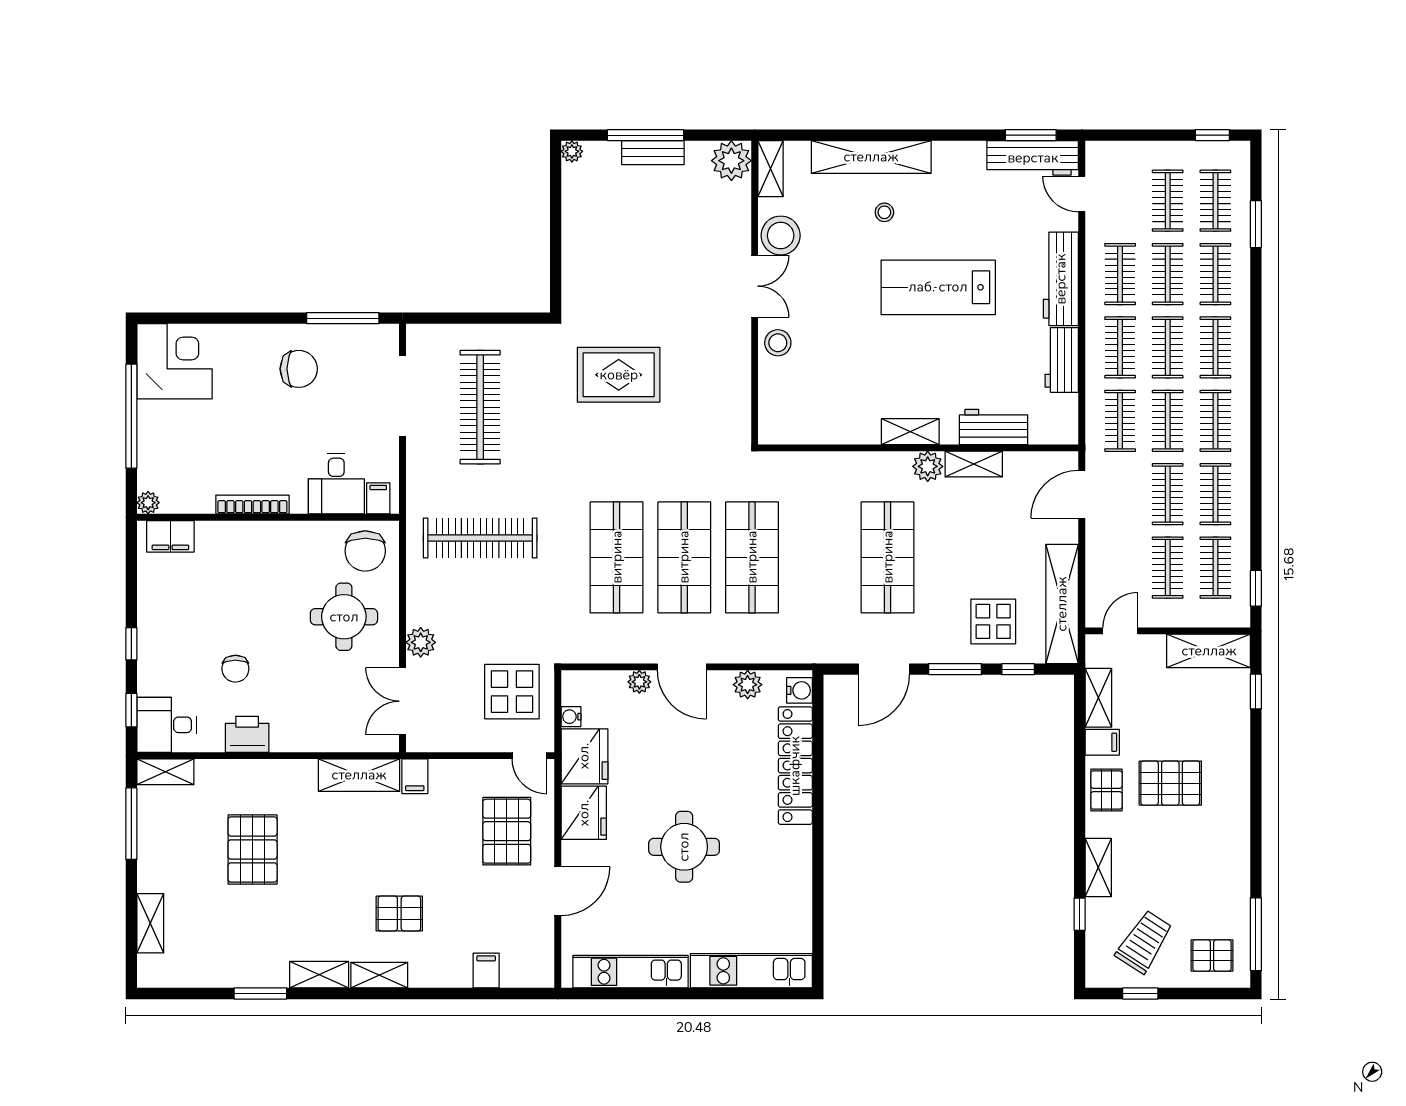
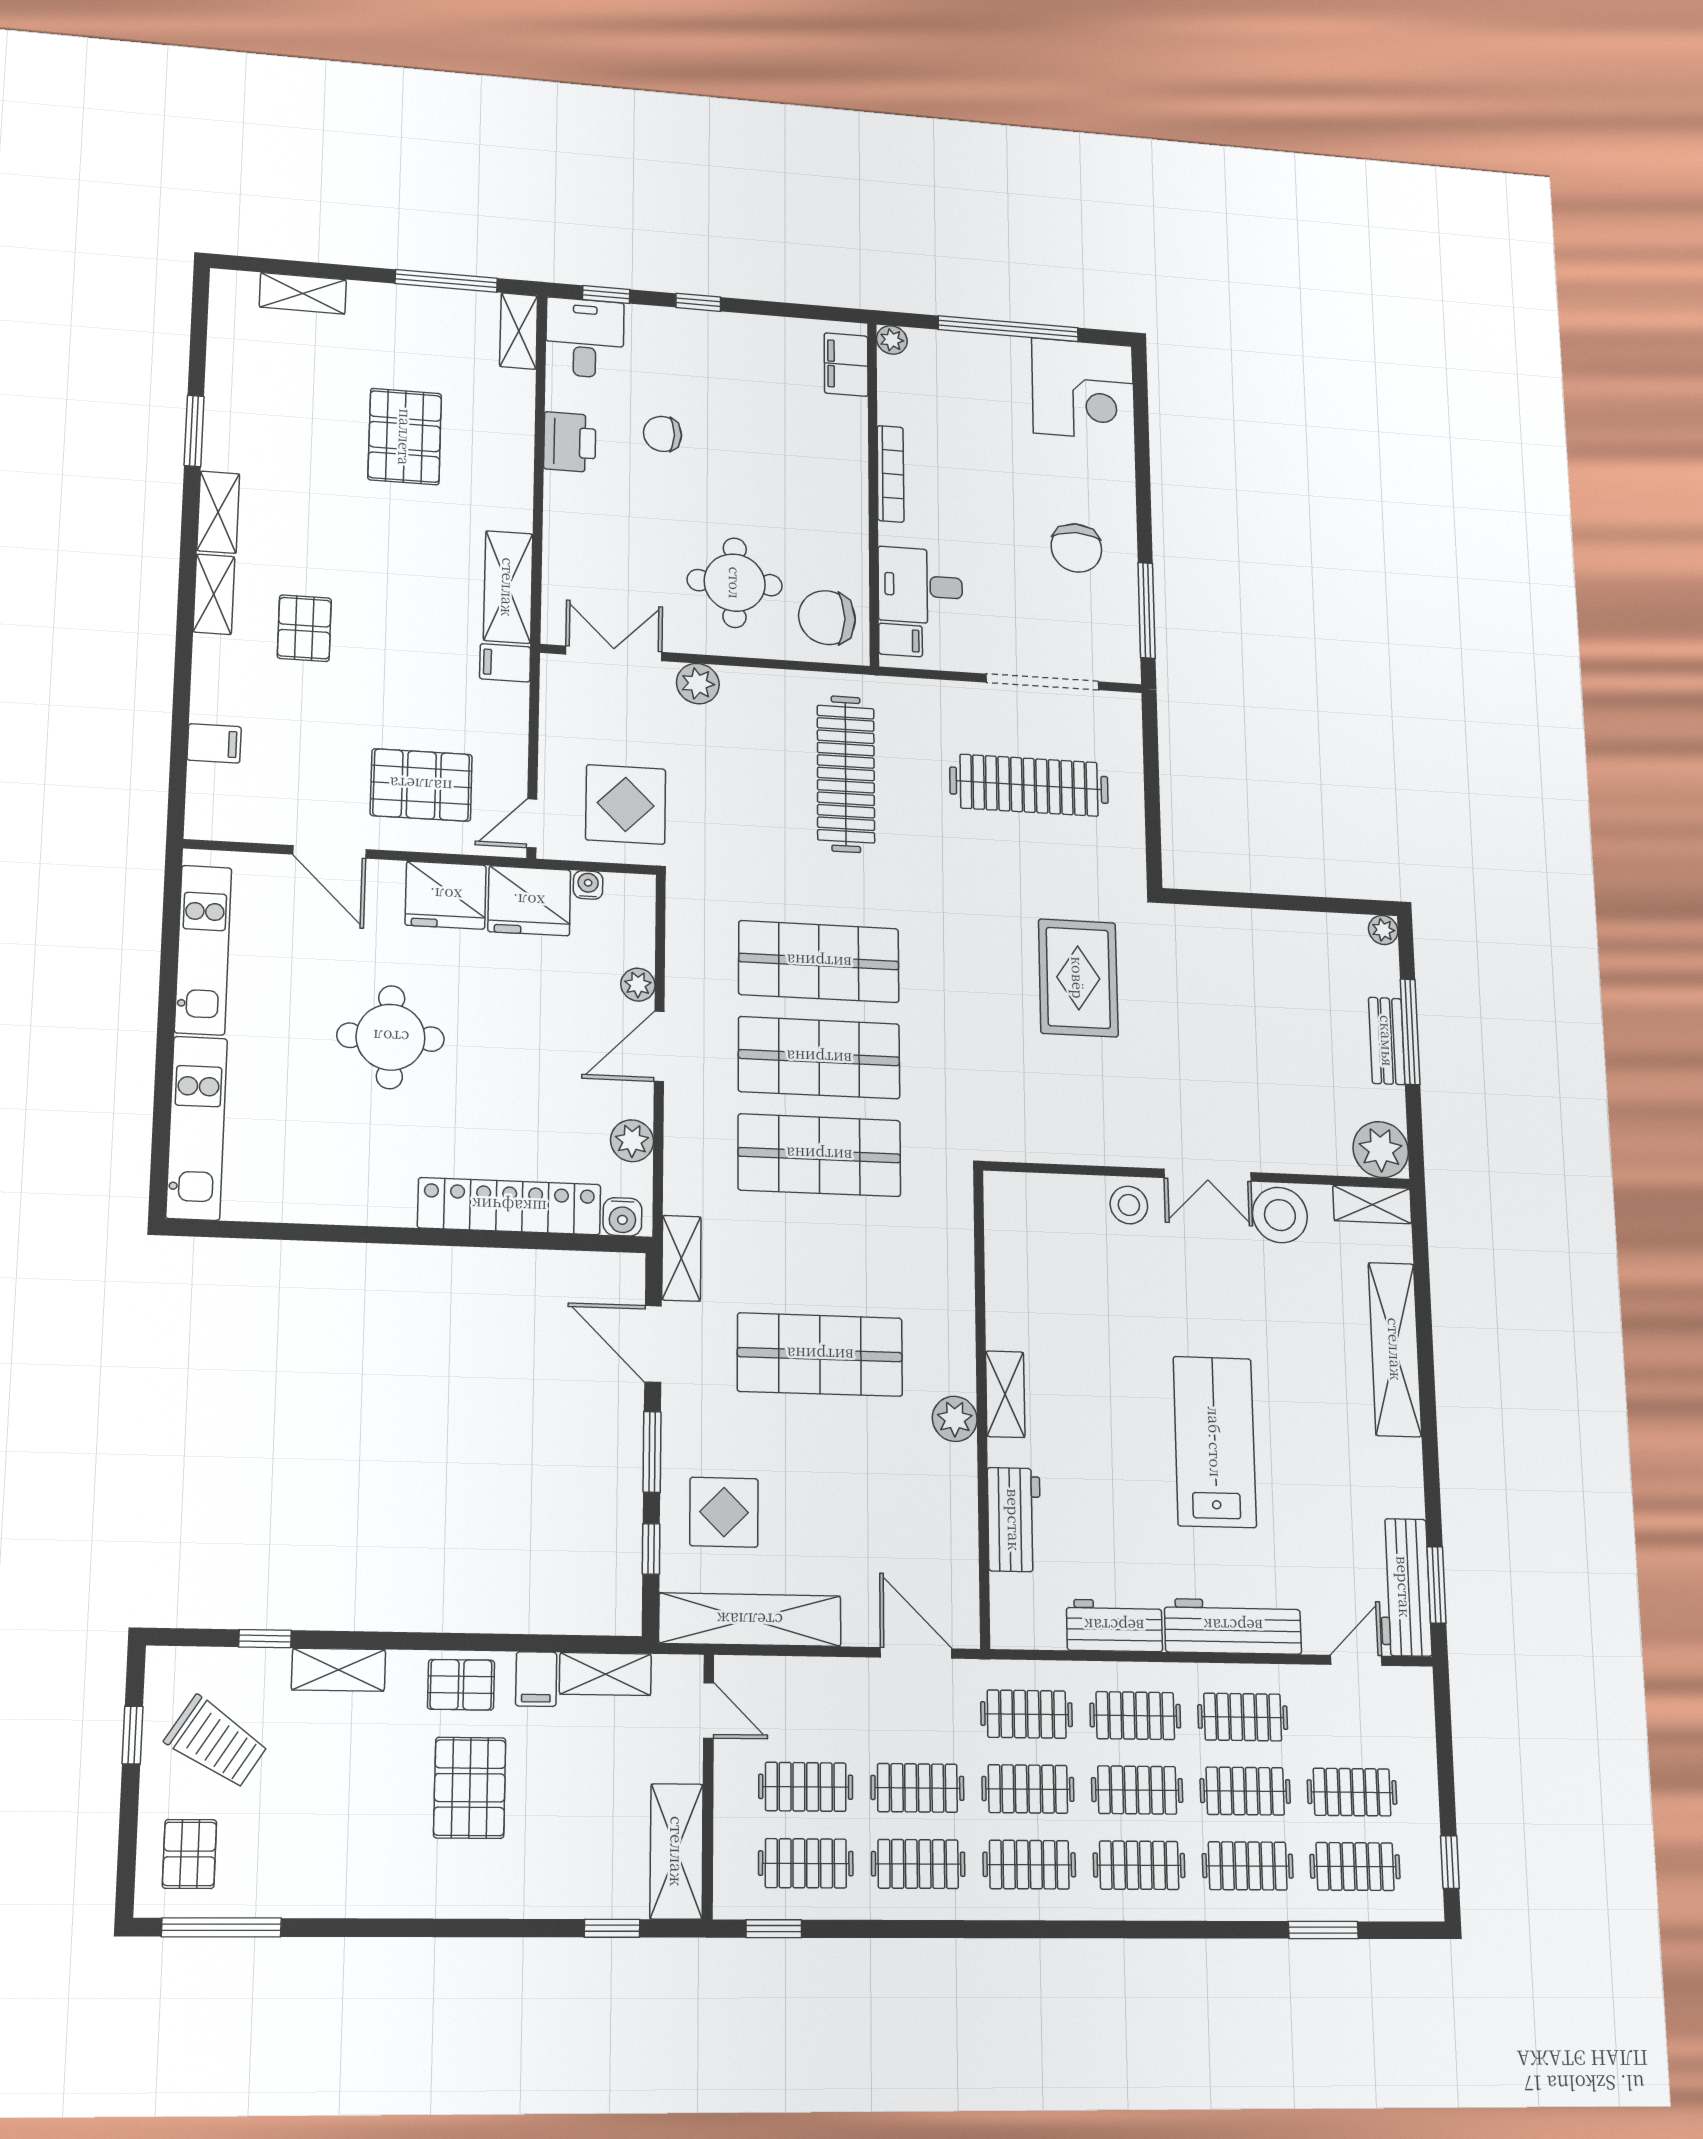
stool: (884, 212) -> (1318, 1366), removed
shelving: (974, 464) -> (681, 1258), moved
pallet: (253, 849) -> (405, 437), turned 90

